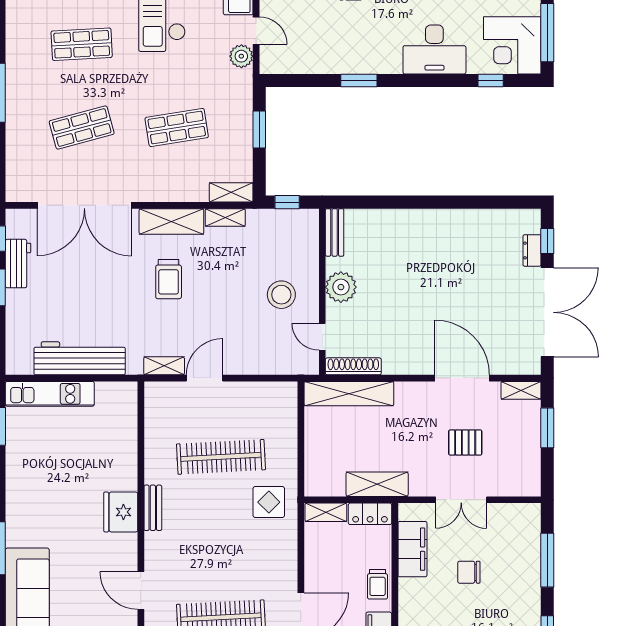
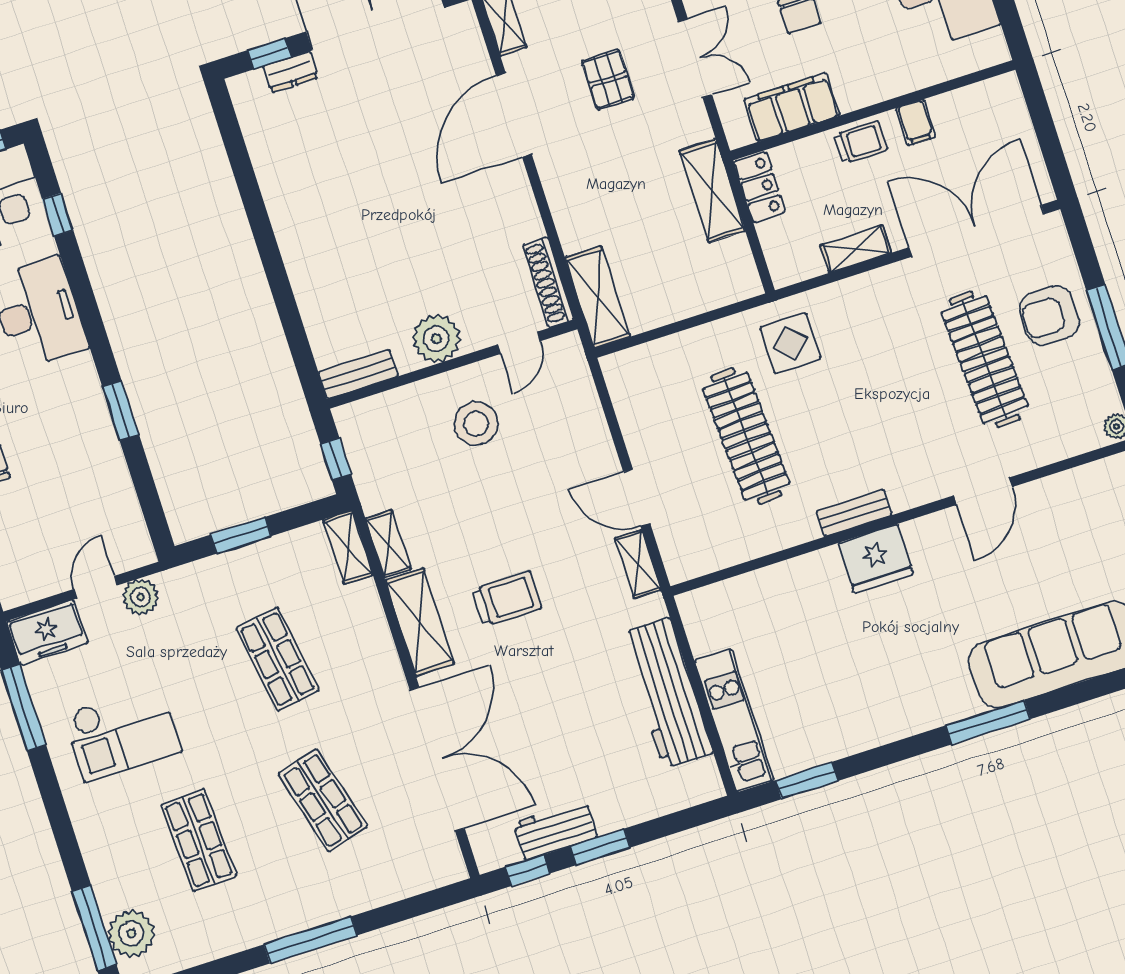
shelving: (349, 394) -> (598, 297), width x0.68
shelving: (326, 512) -> (856, 249), moved, turned 90

